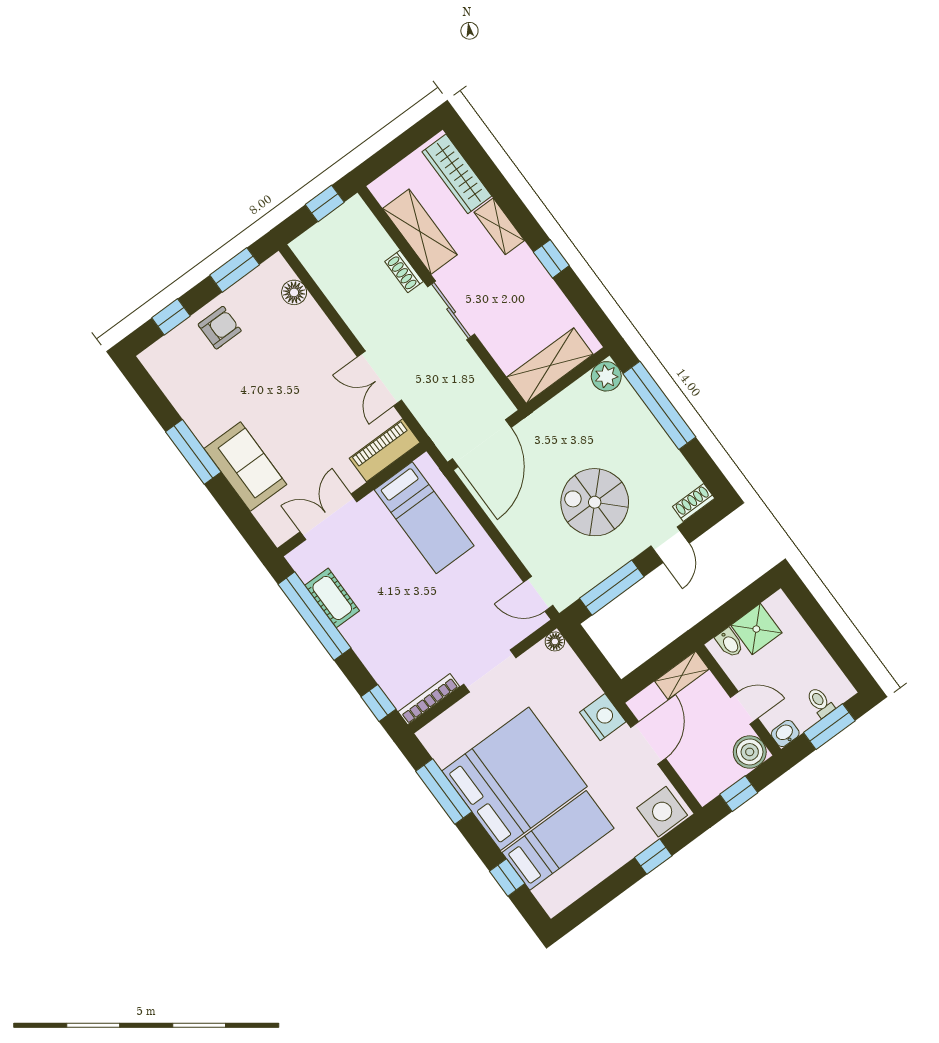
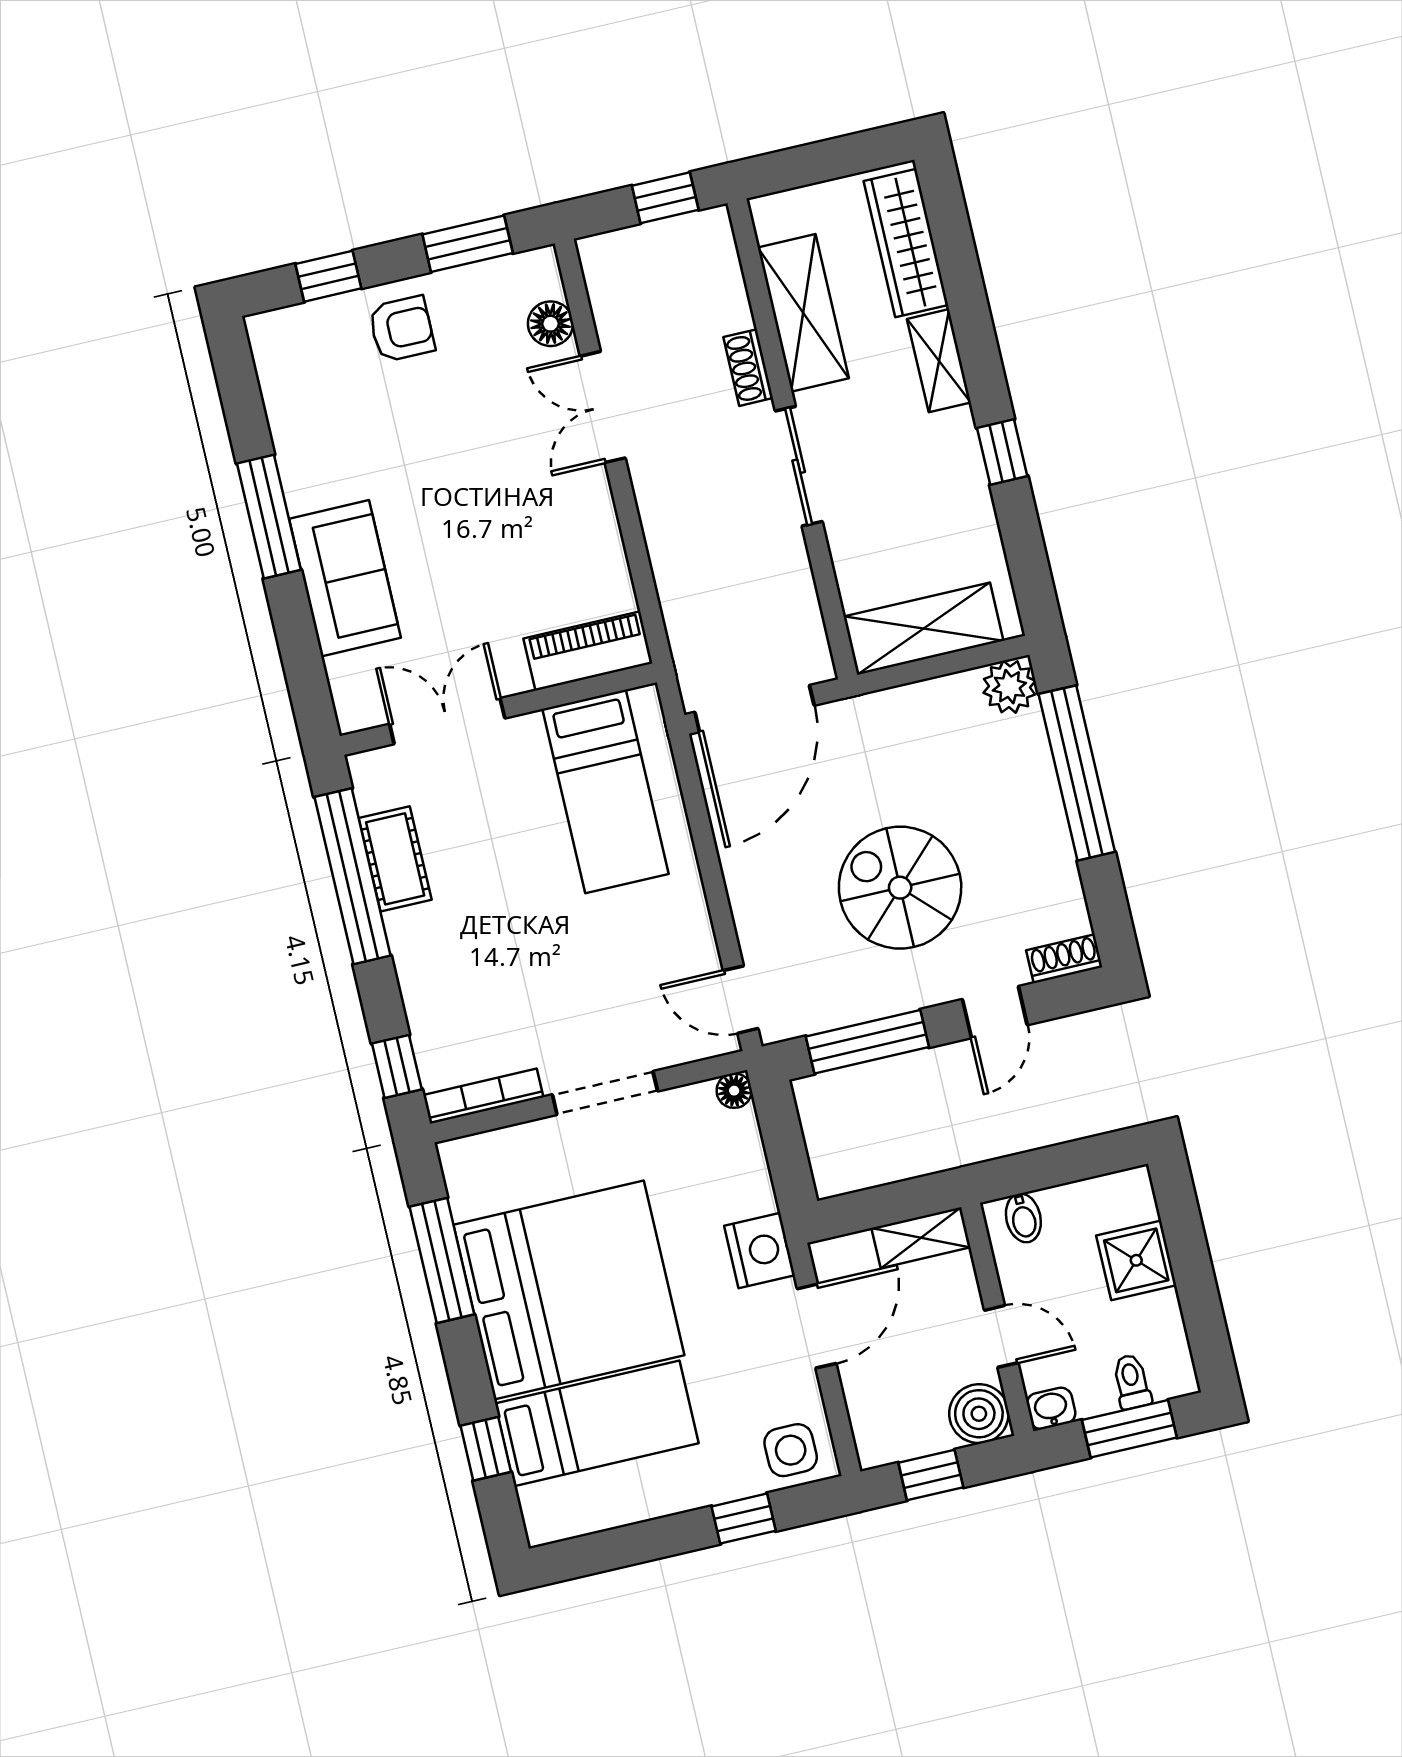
double door: (380, 379) -> (603, 407), moved
shower: (756, 629) -> (1136, 1260), moved
side table: (662, 812) -> (791, 1450), width x0.73, depth x0.73

